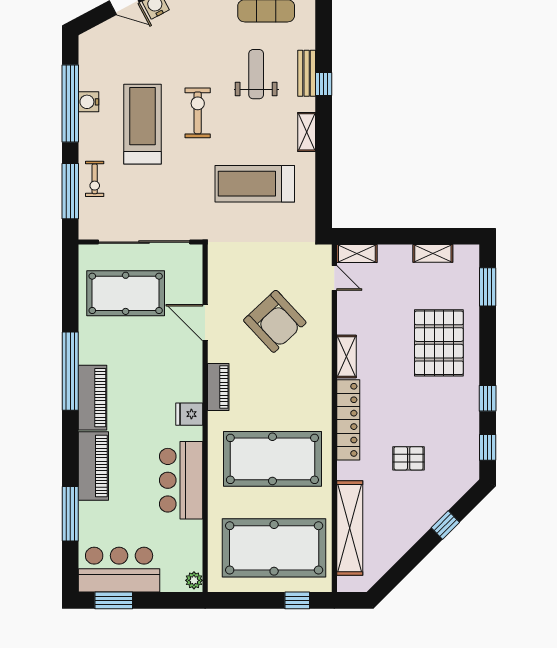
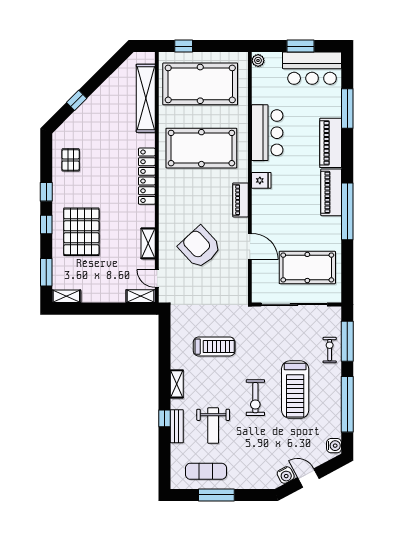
water cooler: (89, 102) -> (334, 446), moved
treadmill: (255, 184) -> (214, 347), width x0.73, depth x0.73
shelving: (433, 253) -> (66, 296), moved
shelving: (346, 357) -> (148, 243), moved
window: (488, 447) -> (46, 224), moved
pallet: (409, 458) -> (71, 160), moved, turned 90
window: (114, 600) -> (301, 46), moved

